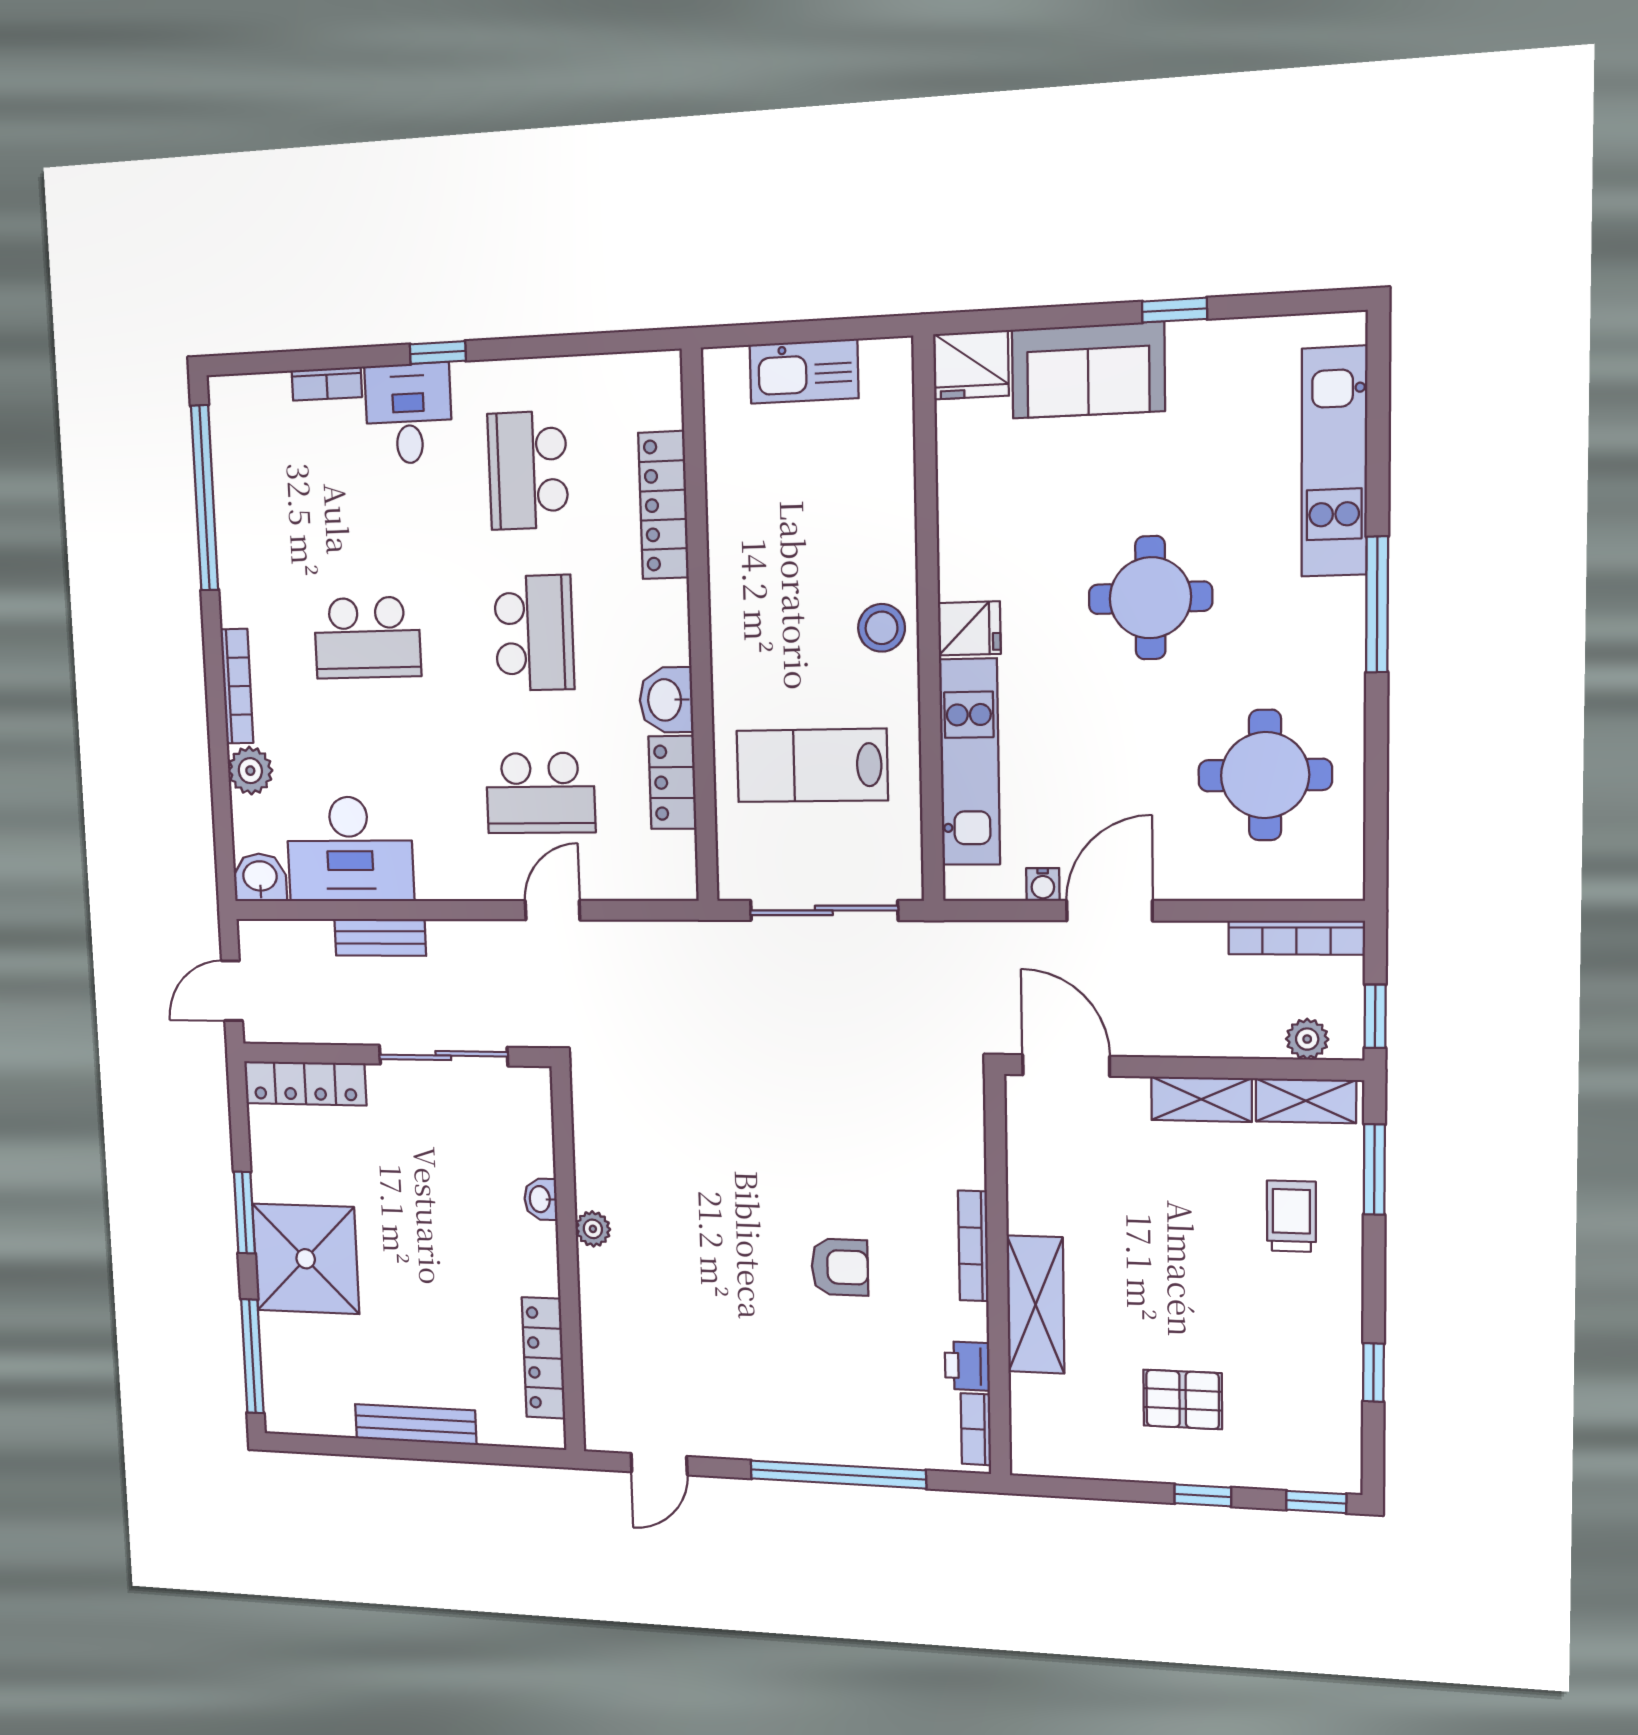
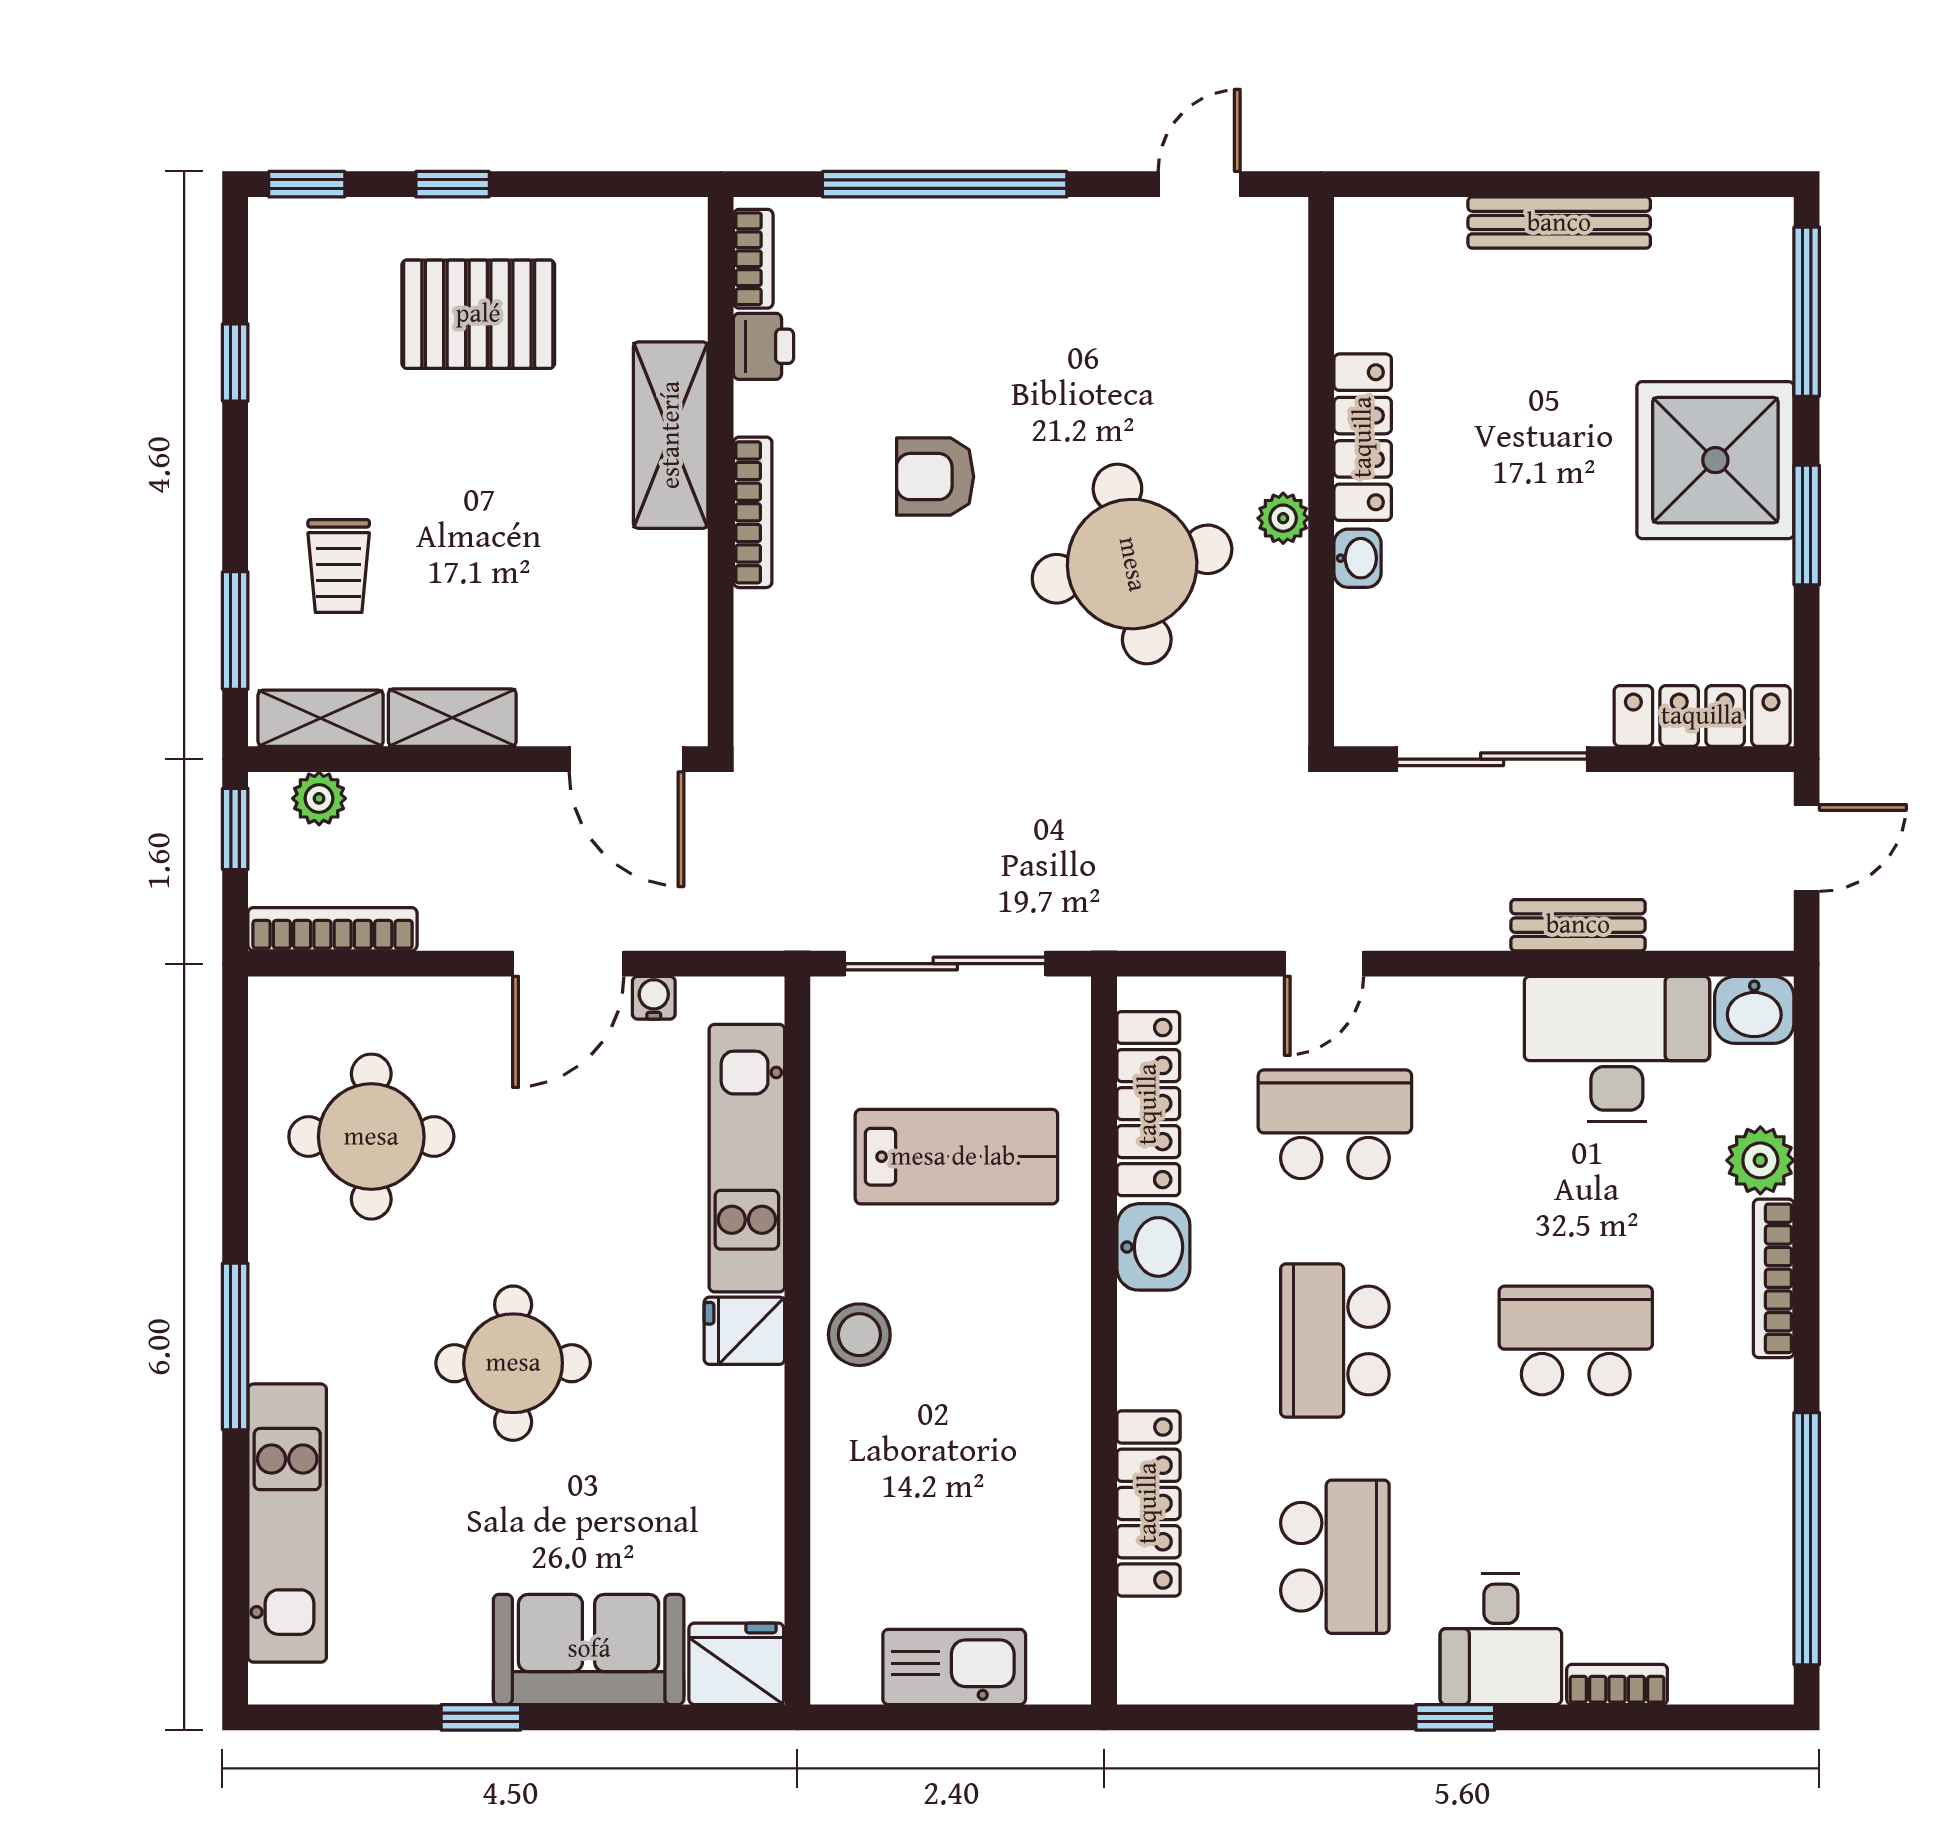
locker: (672, 783) -> (1148, 1104), width x1.53
round table: (697, 1200) -> (1132, 564), added
locker: (544, 1358) -> (1363, 437), moved
pallet: (1183, 1399) -> (478, 314), width x1.50, depth x1.42

